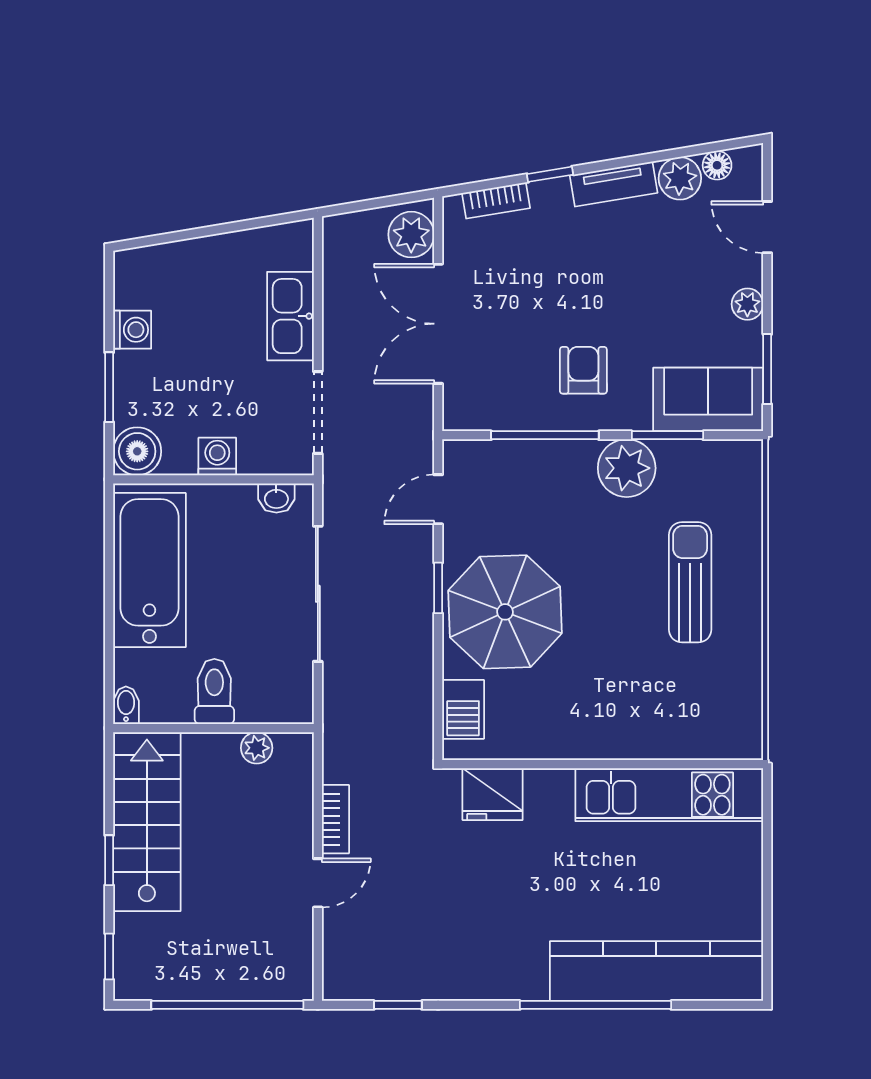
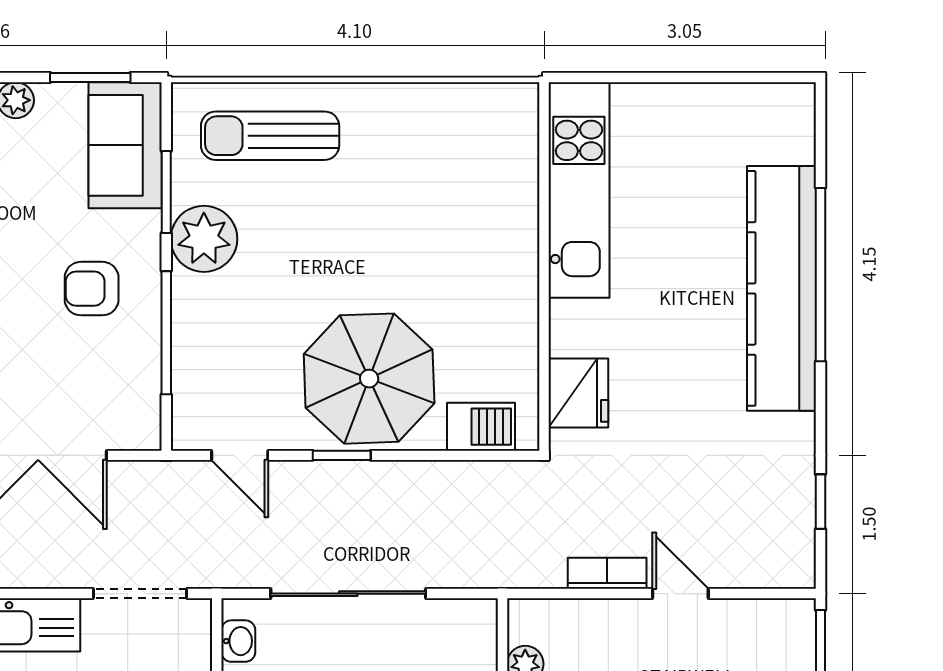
sun lounger: (690, 582) -> (270, 136), moved
kitchen counter: (656, 971) -> (782, 288), moved

